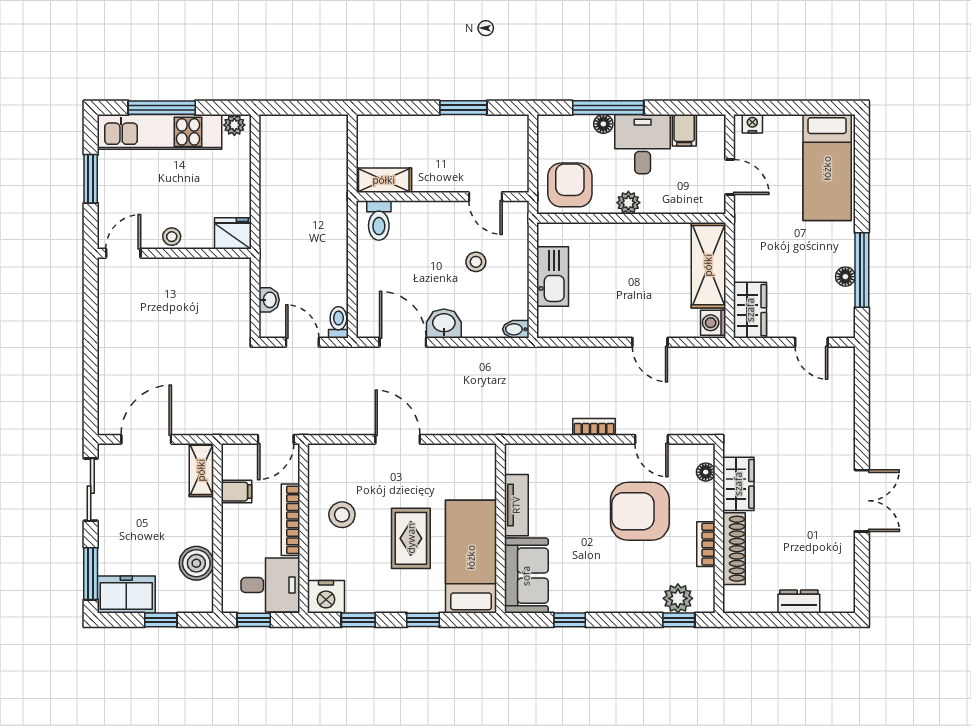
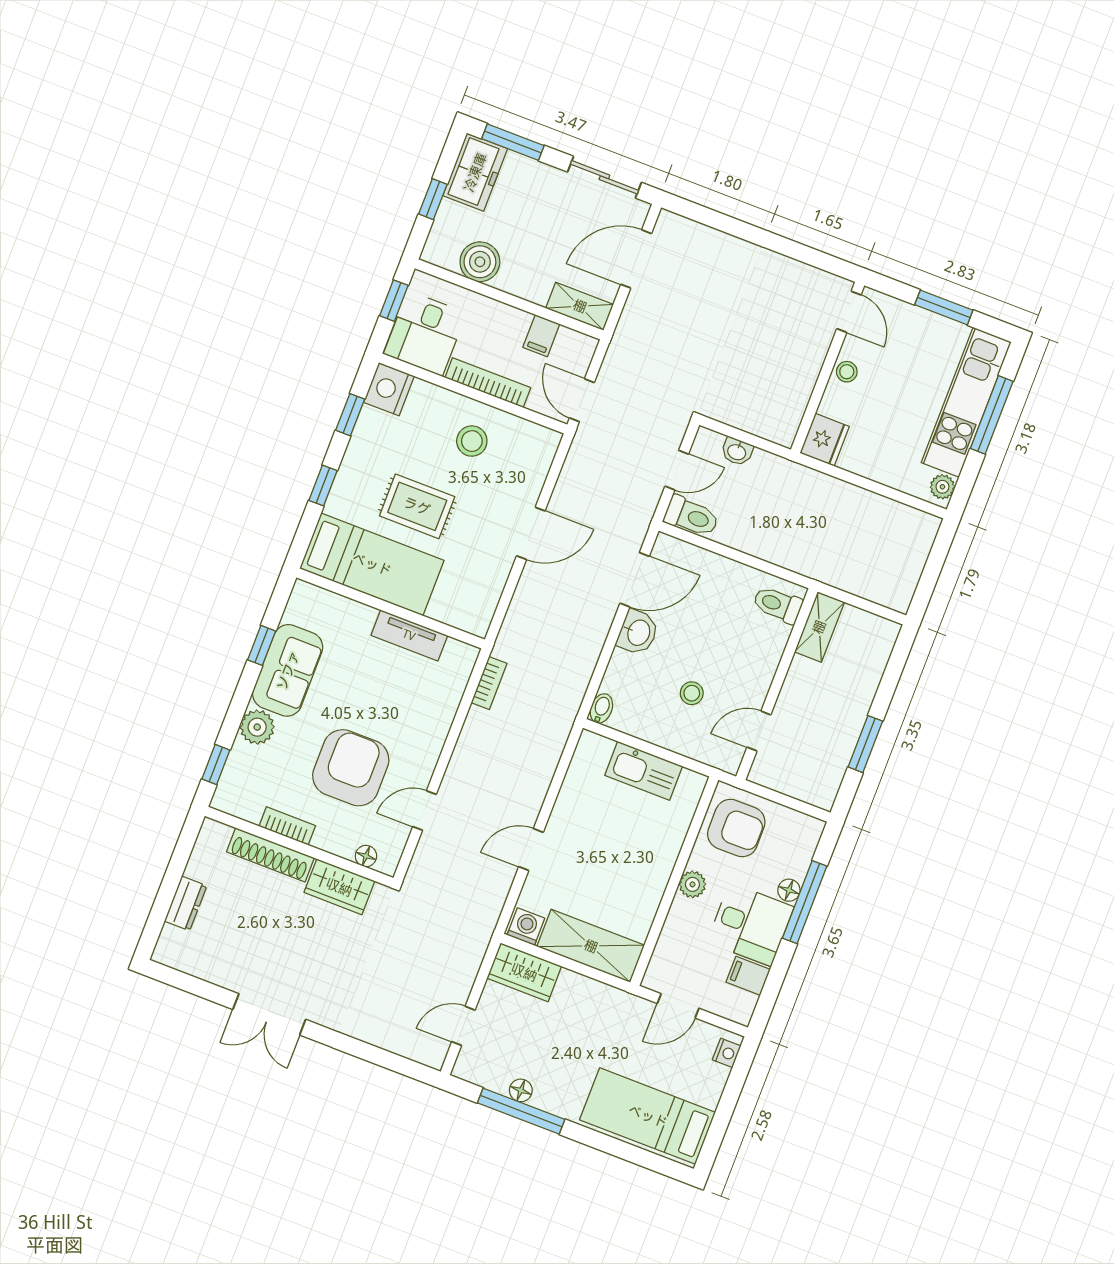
toilet: (338, 322) -> (691, 516), width x1.37, depth x1.39
bookcase: (594, 427) -> (489, 683), moved
door: (146, 439) -> (636, 259), swing flipped
sofa: (526, 576) -> (288, 670), moved, turned -90
plant: (678, 598) -> (257, 727), moved

